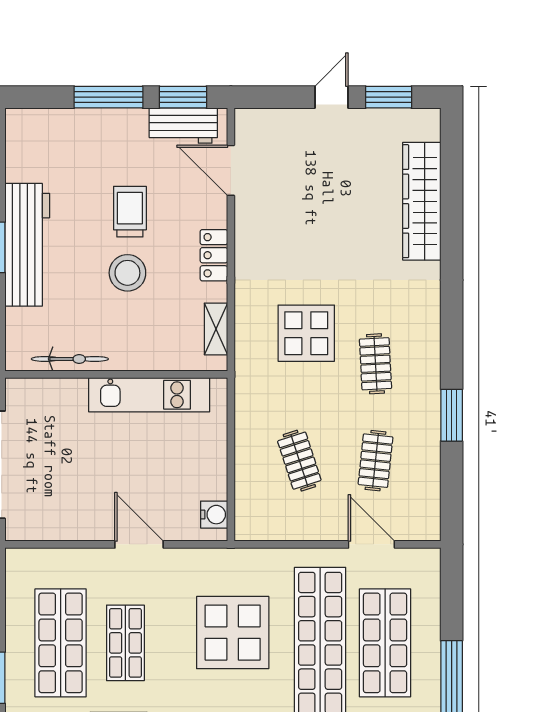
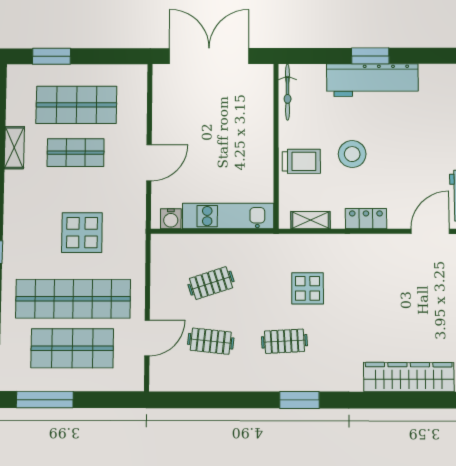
trolley: (130, 212) -> (301, 161), moved
display table: (306, 333) -> (308, 288), width x0.73, depth x0.73
bicycle: (70, 359) -> (287, 92), moved
kitchen unit: (149, 395) -> (228, 216), moved, turned 90
window: (452, 415) -> (299, 400), moved
display table: (233, 633) -> (82, 233), width x0.73, depth x0.73

